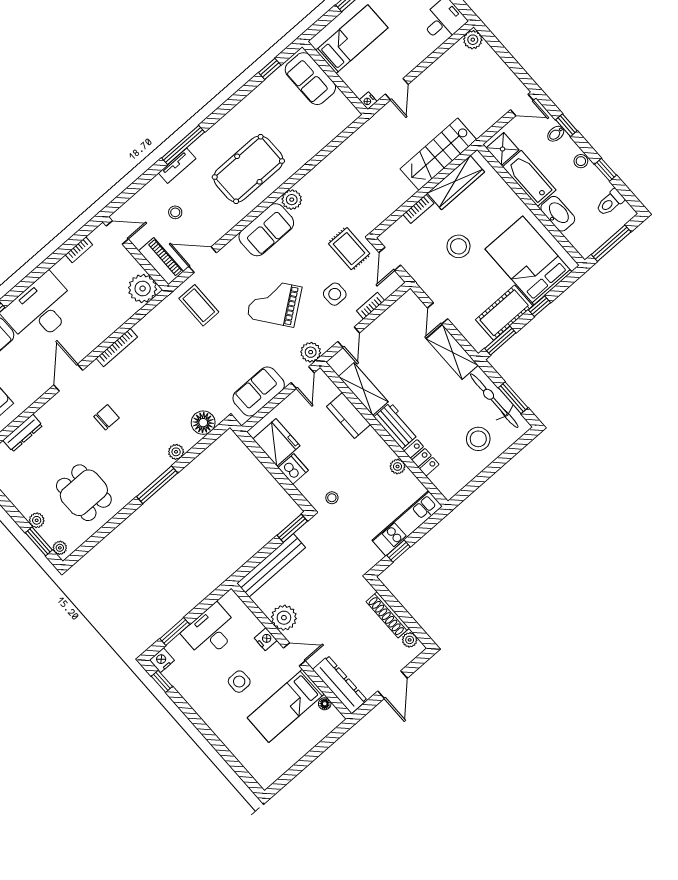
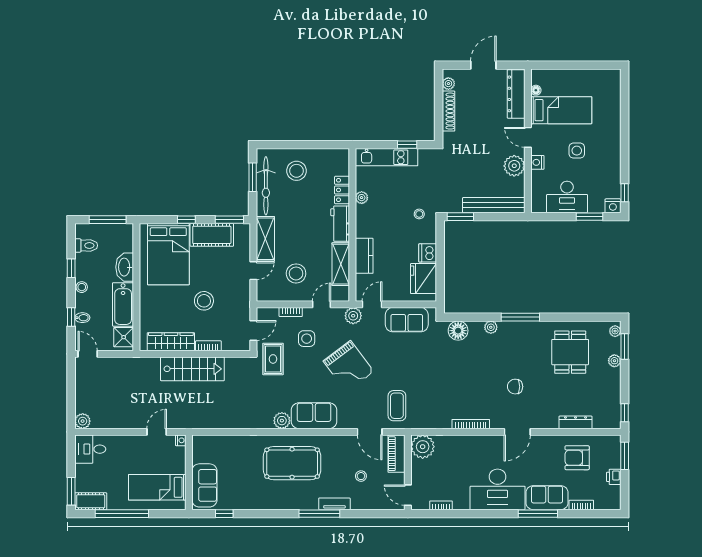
stairs: (438, 154) -> (192, 369), moved
stool: (397, 345) -> (296, 273), added

